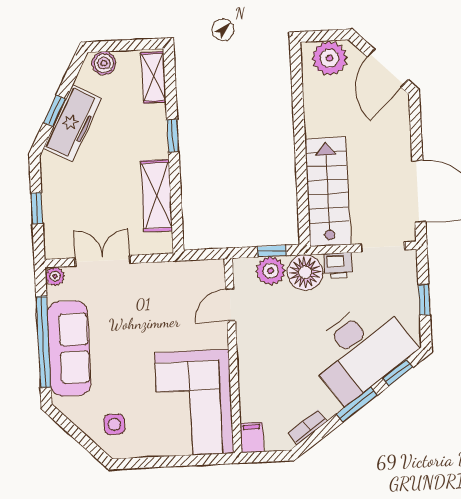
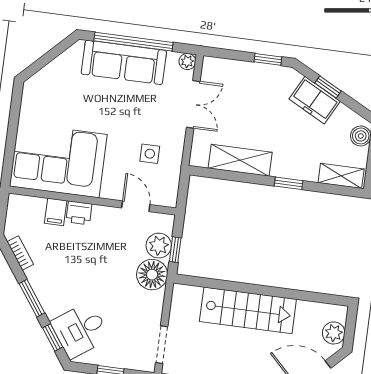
plant: (330, 58) -> (334, 333), width x0.73, depth x0.73
freezer: (73, 123) -> (315, 100), width x0.71
stairs: (328, 192) -> (248, 310), moved
window: (37, 208) -> (268, 59), moved
printer: (338, 265) -> (79, 213), moved, turned -90
desk: (361, 350) -> (80, 330), width x0.53, depth x0.77
side table: (114, 424) -> (150, 154), moved
filing cabinet: (252, 438) -> (56, 212), moved, turned 90

